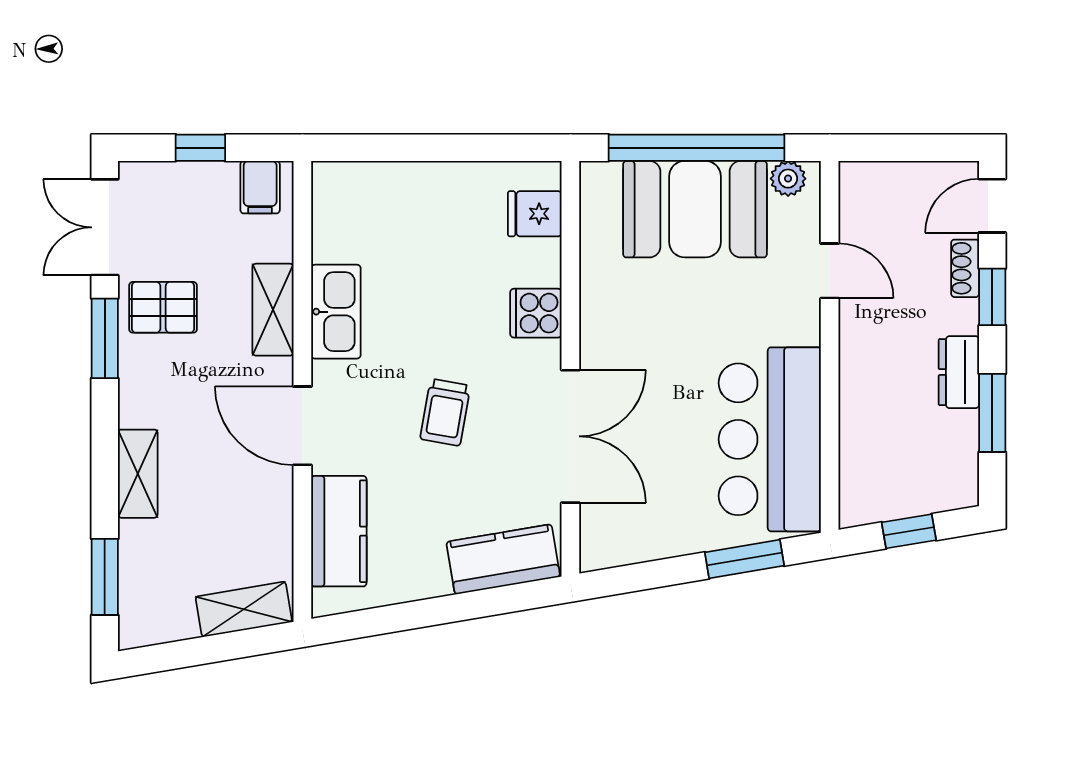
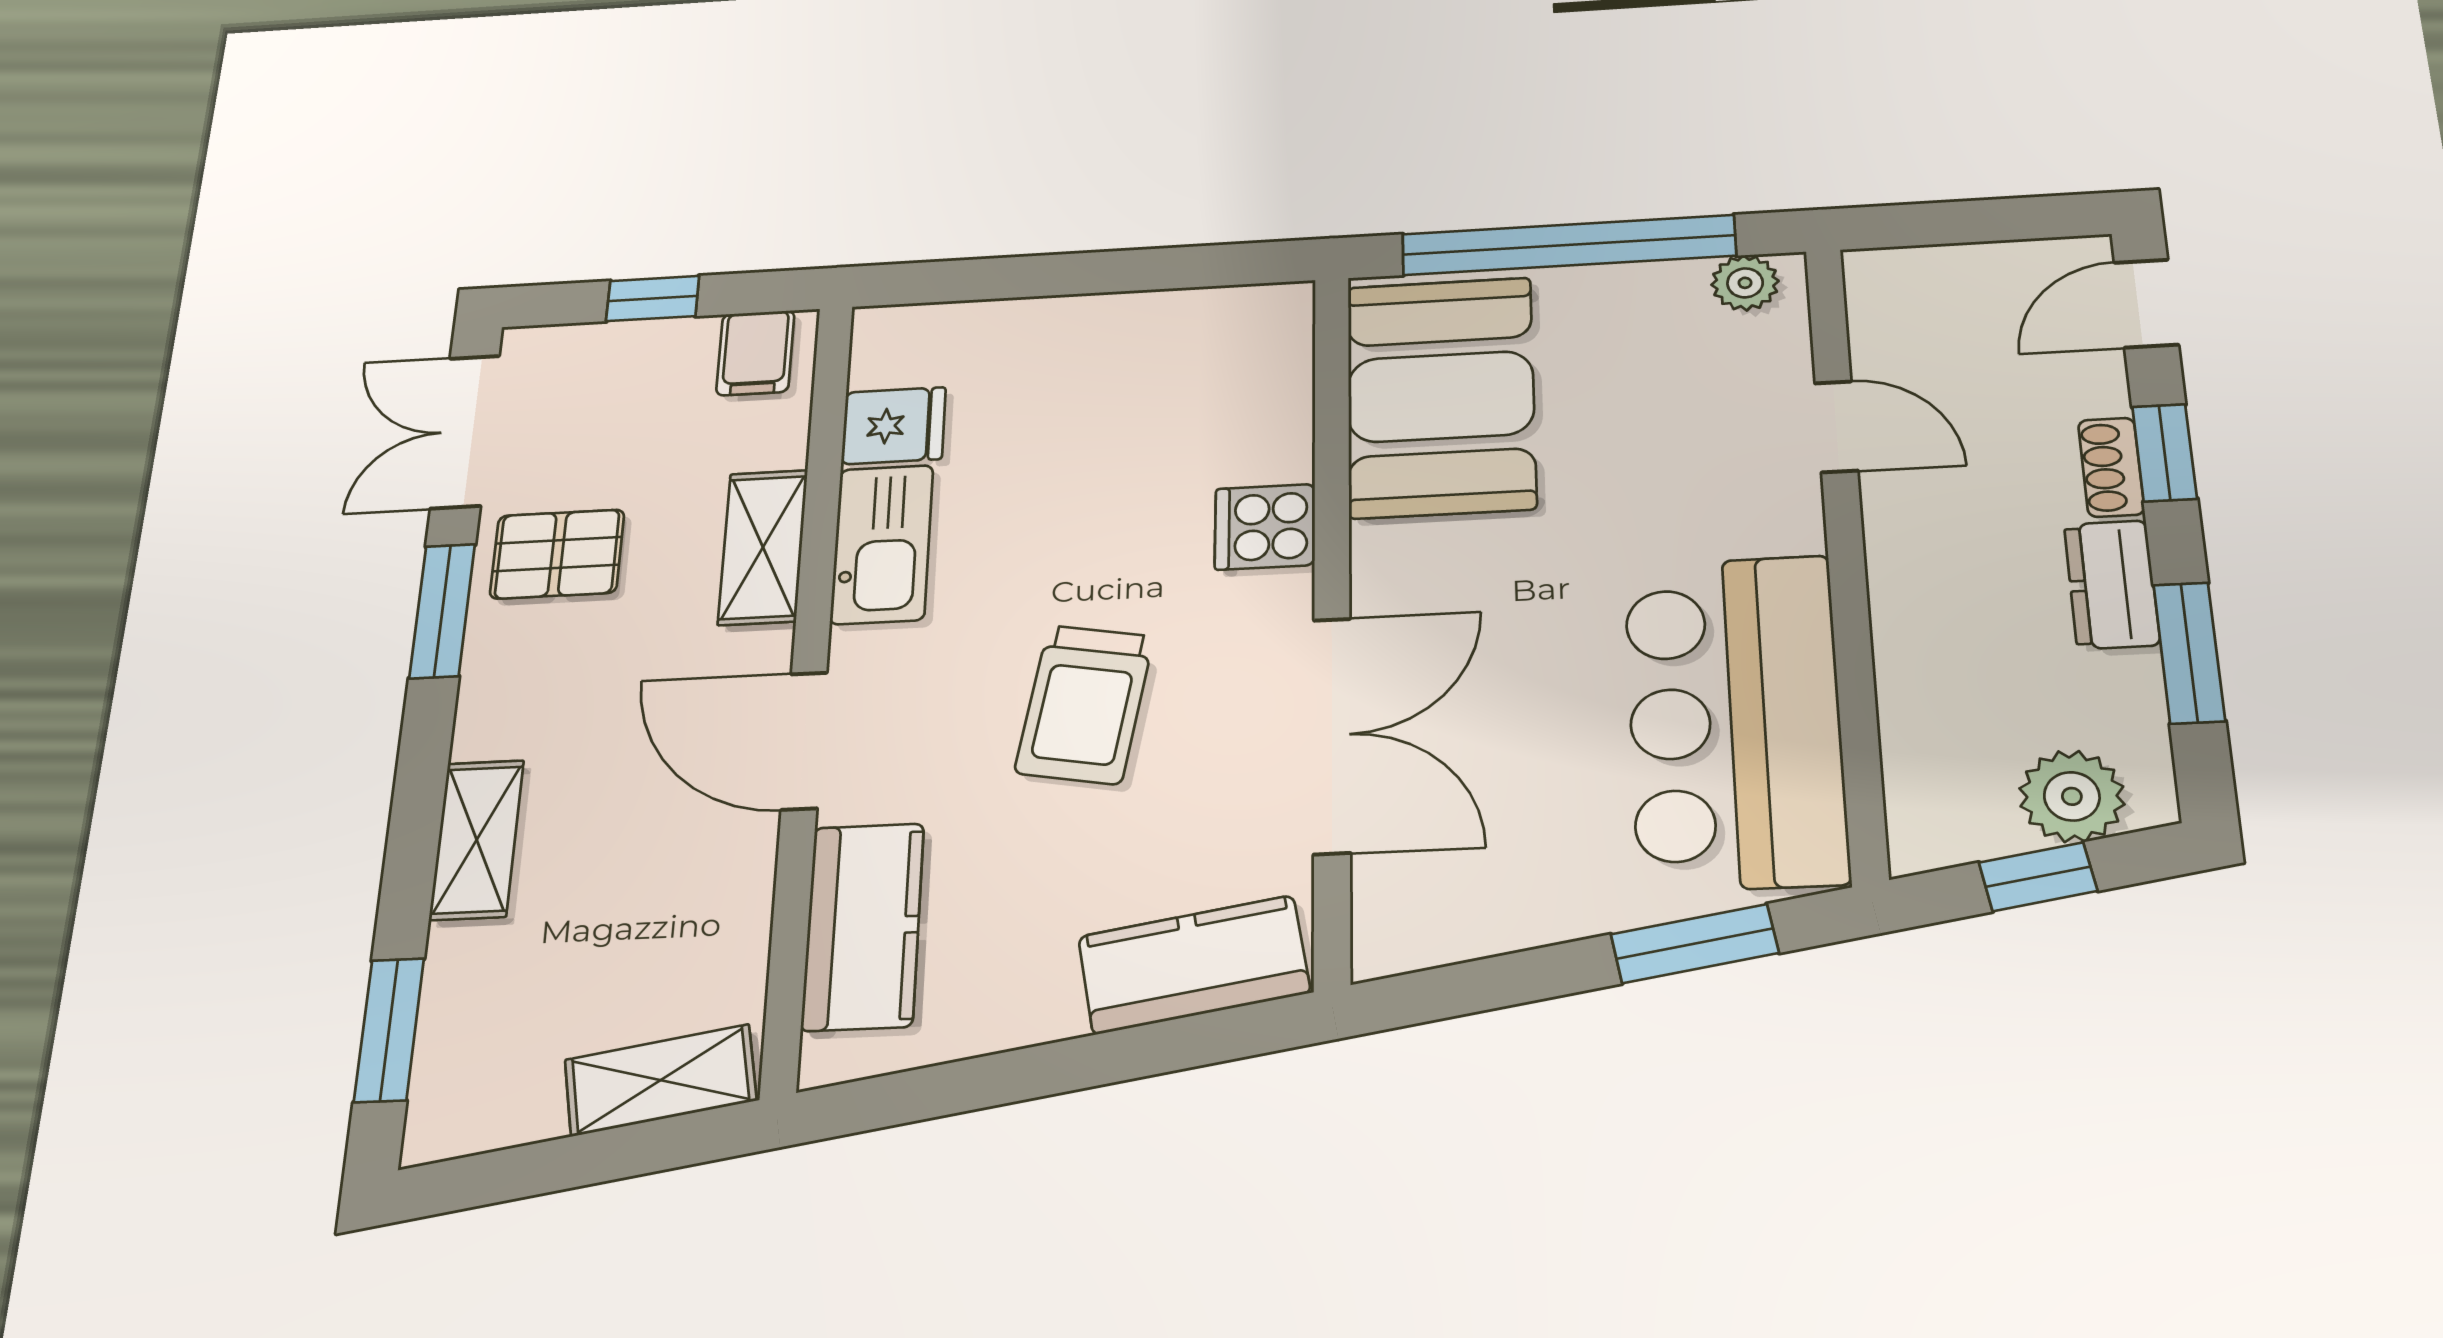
booth: (695, 209) -> (1441, 397), moved, turned 90
fridge: (535, 214) -> (894, 426), moved, turned 180
shoe rack: (965, 268) -> (2111, 467), moved
trolley: (445, 412) -> (1084, 704), width x1.36, depth x1.39
plant: (929, 489) -> (2072, 796), added

